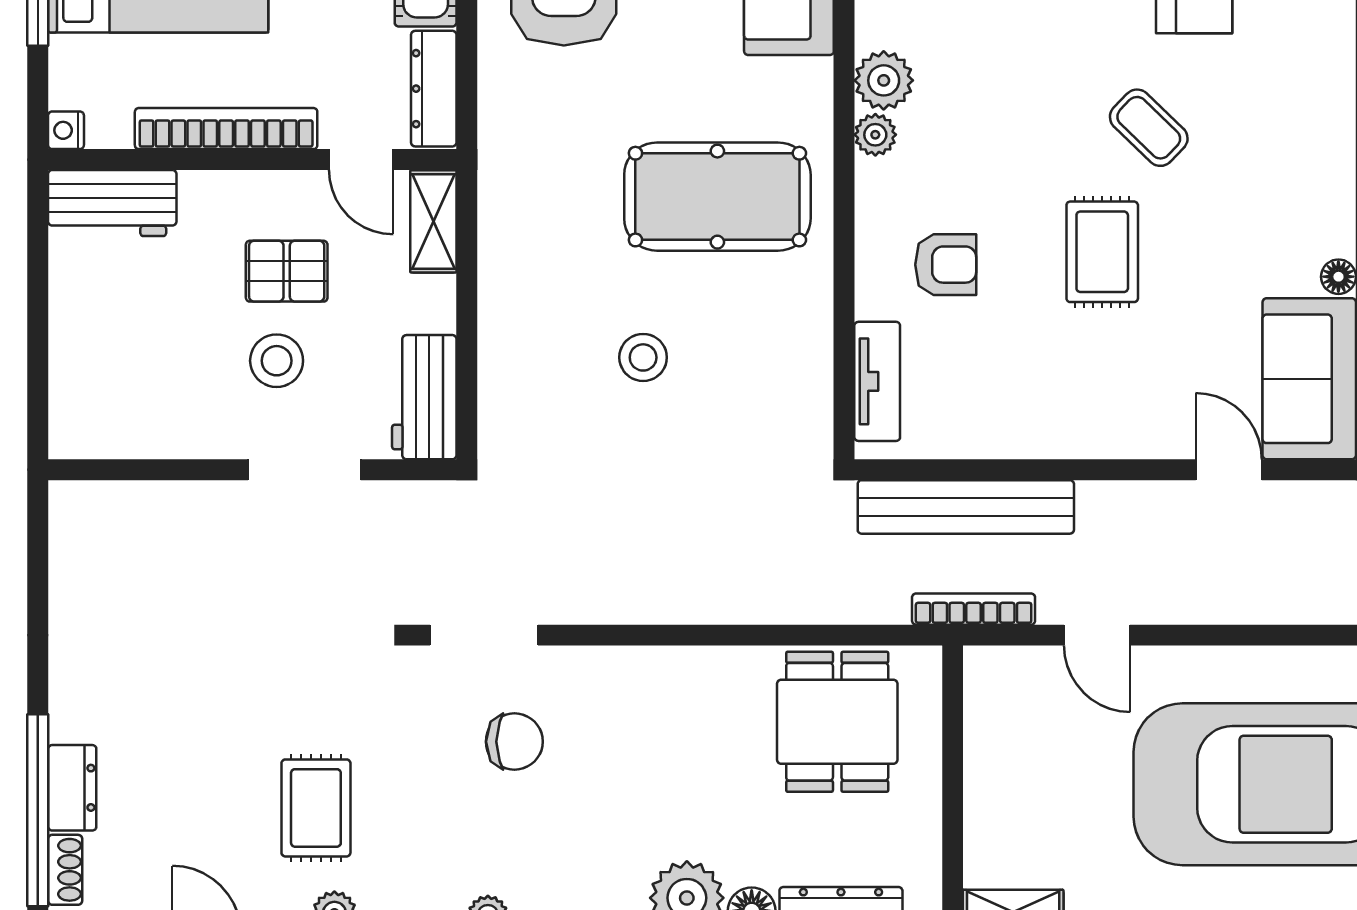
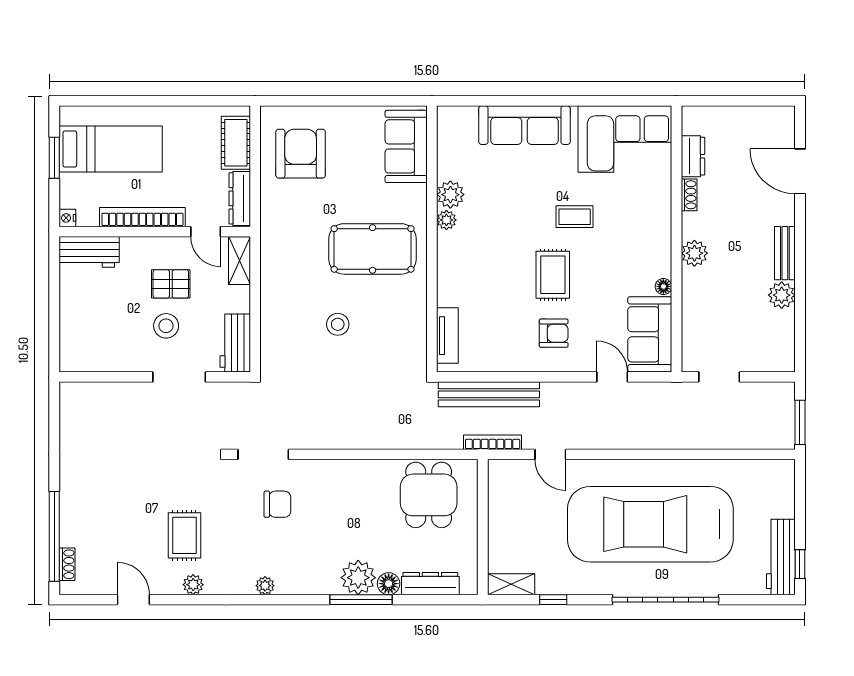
coffee table: (1149, 128) -> (575, 217), turned -44
armchair: (946, 265) -> (554, 333), moved
dresser: (72, 788) -> (70, 526), removed

